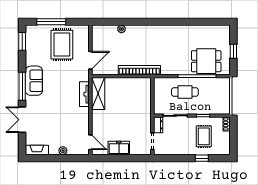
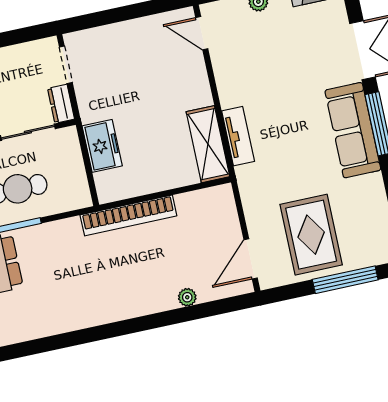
door: (90, 60) -> (251, 259), moved
sofa: (34, 81) -> (353, 130), width x1.36
freezer: (119, 148) -> (102, 146), moved, turned -90

